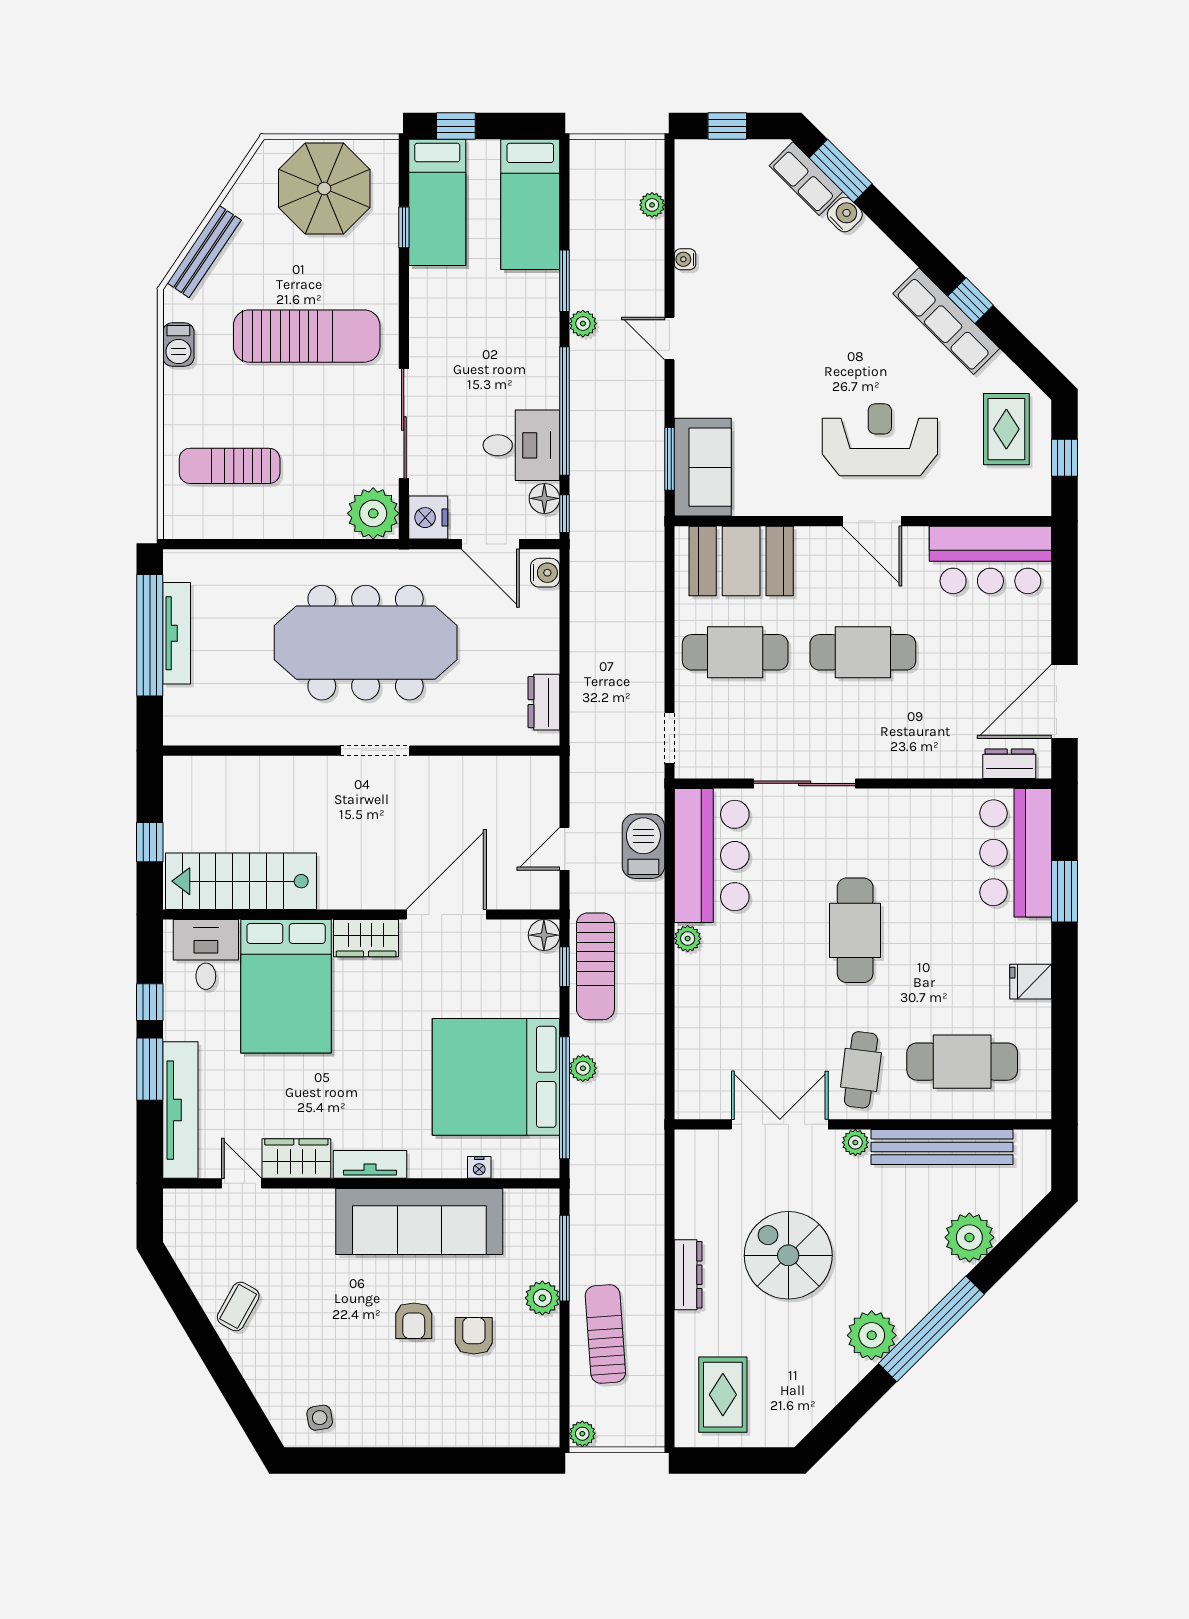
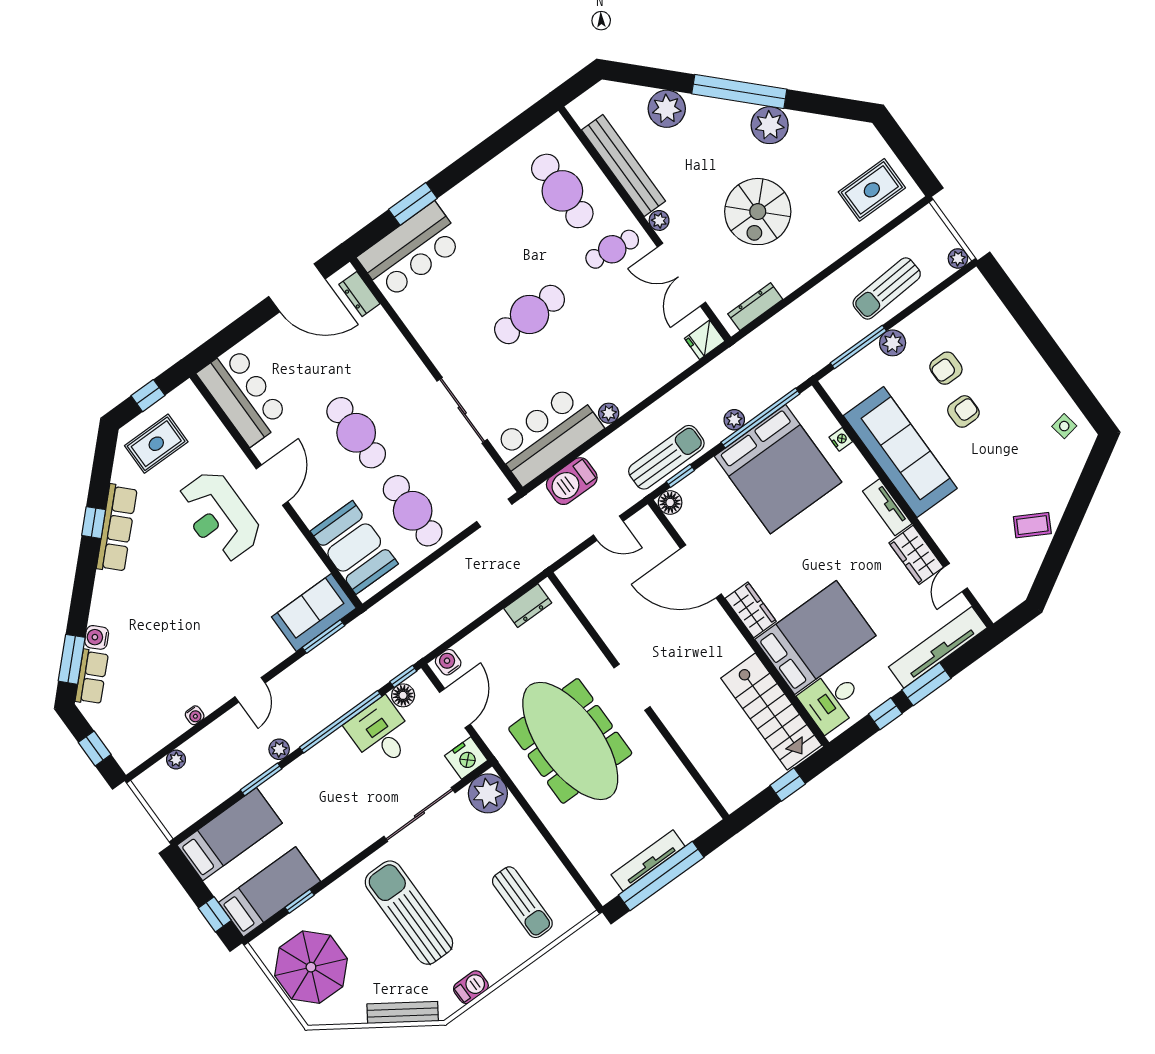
fridge: (1031, 982) -> (705, 340), moved, turned 90
dresser: (688, 1275) -> (755, 307), moved

